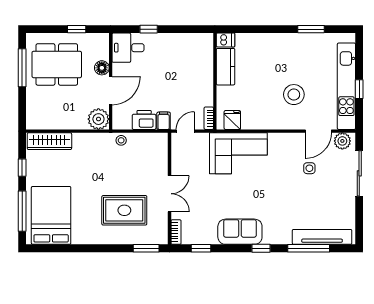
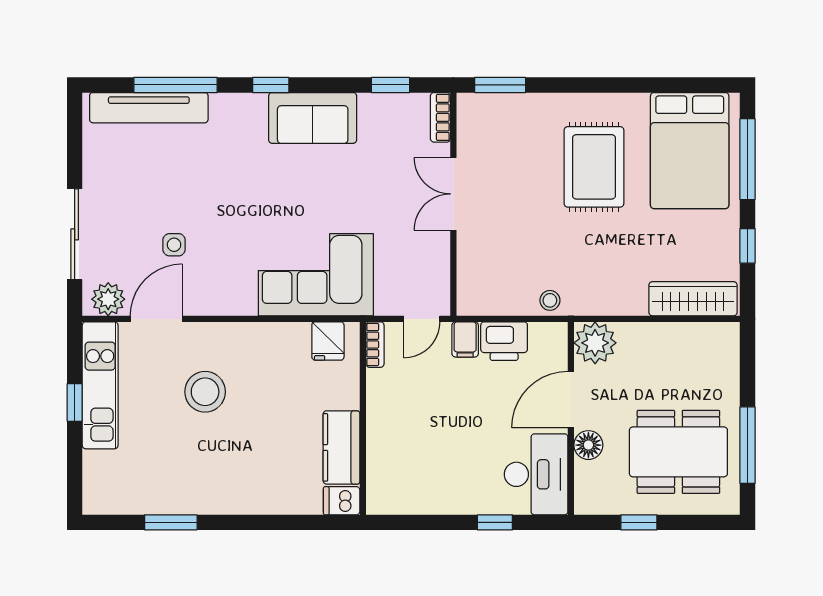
desk: (128, 48) -> (536, 474), width x1.37
kitchen unit: (346, 86) -> (100, 385), width x0.73
rug: (124, 210) -> (594, 167), moved, turned 90

